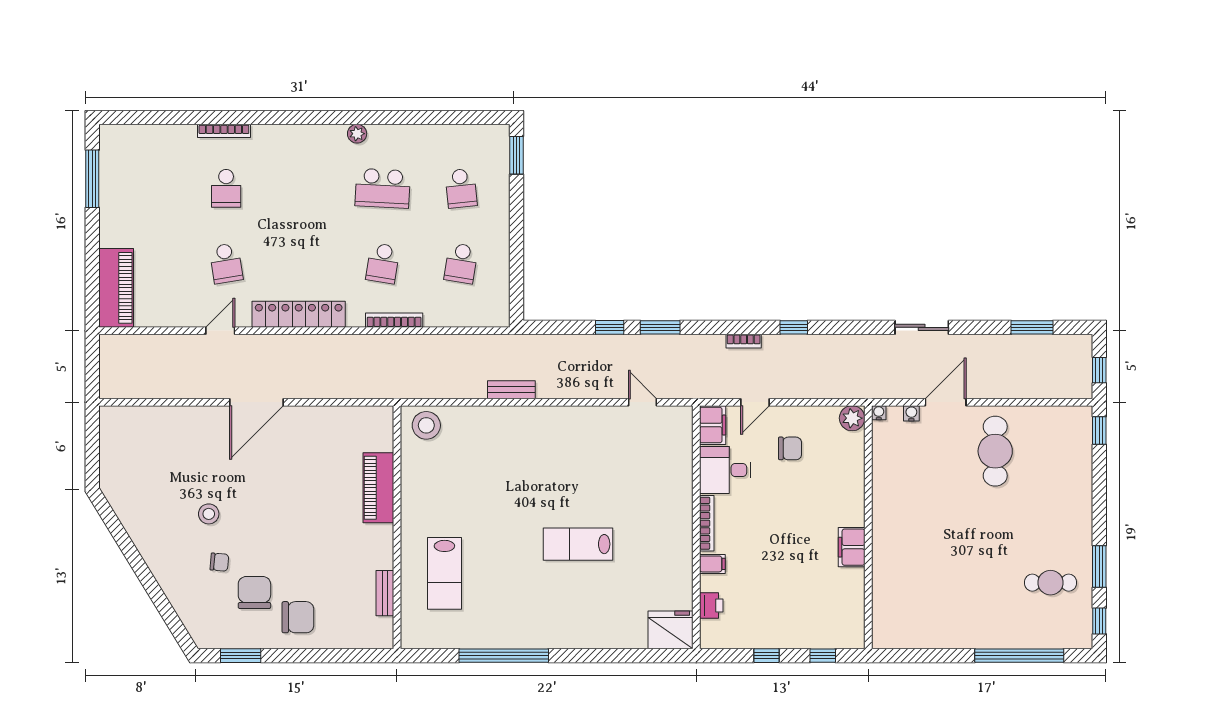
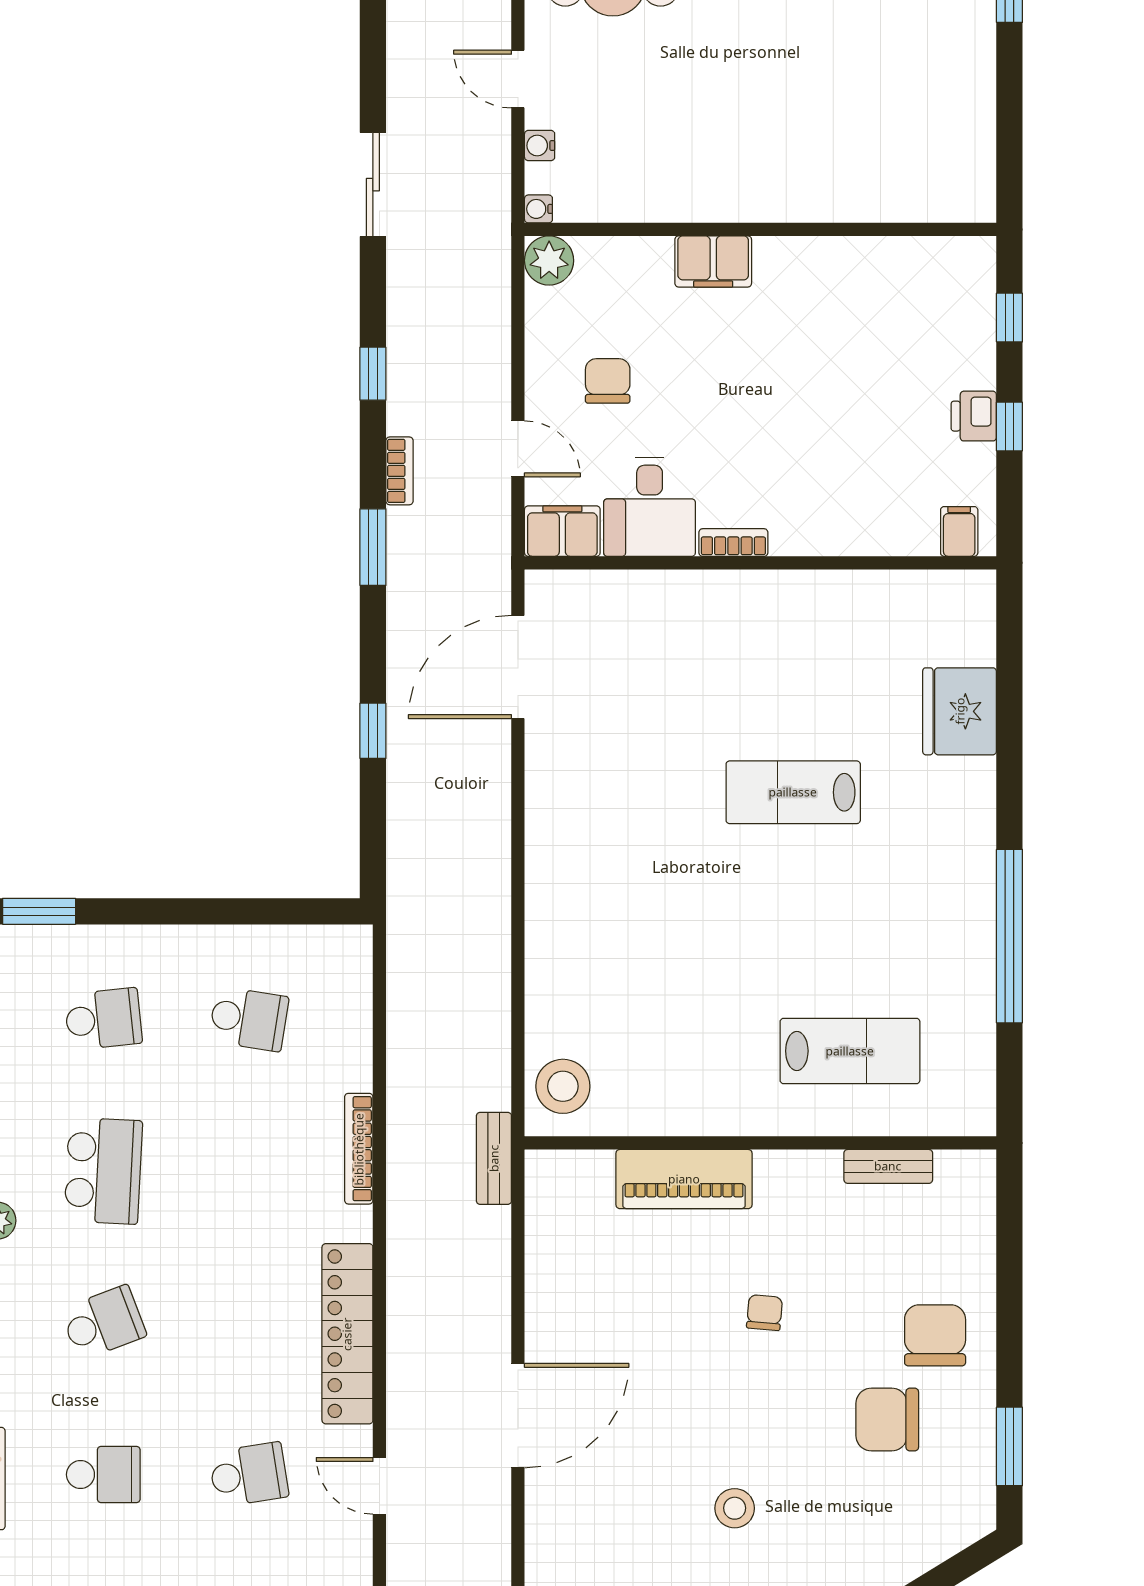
school desk: (383, 263) -> (103, 1323), moved, turned -30
window: (660, 327) -> (373, 547), moved
sliding door: (922, 327) -> (373, 185), moved
bench: (511, 390) -> (494, 1158), moved
door: (256, 402) -> (518, 1416), hinge flipped
door: (643, 402) -> (518, 667), width x1.87
door: (946, 402) -> (518, 79), width x0.73
bookcase: (707, 523) -> (733, 543), width x0.64
lab bench: (578, 544) -> (793, 792), turned 90
filing cabinet: (852, 547) -> (713, 261), moved
chair: (219, 562) -> (765, 1313), moved
filing cabinet: (712, 564) -> (959, 531), moved
printer: (711, 605) -> (974, 416), moved, turned -90
fridge: (670, 630) -> (960, 711), moved

